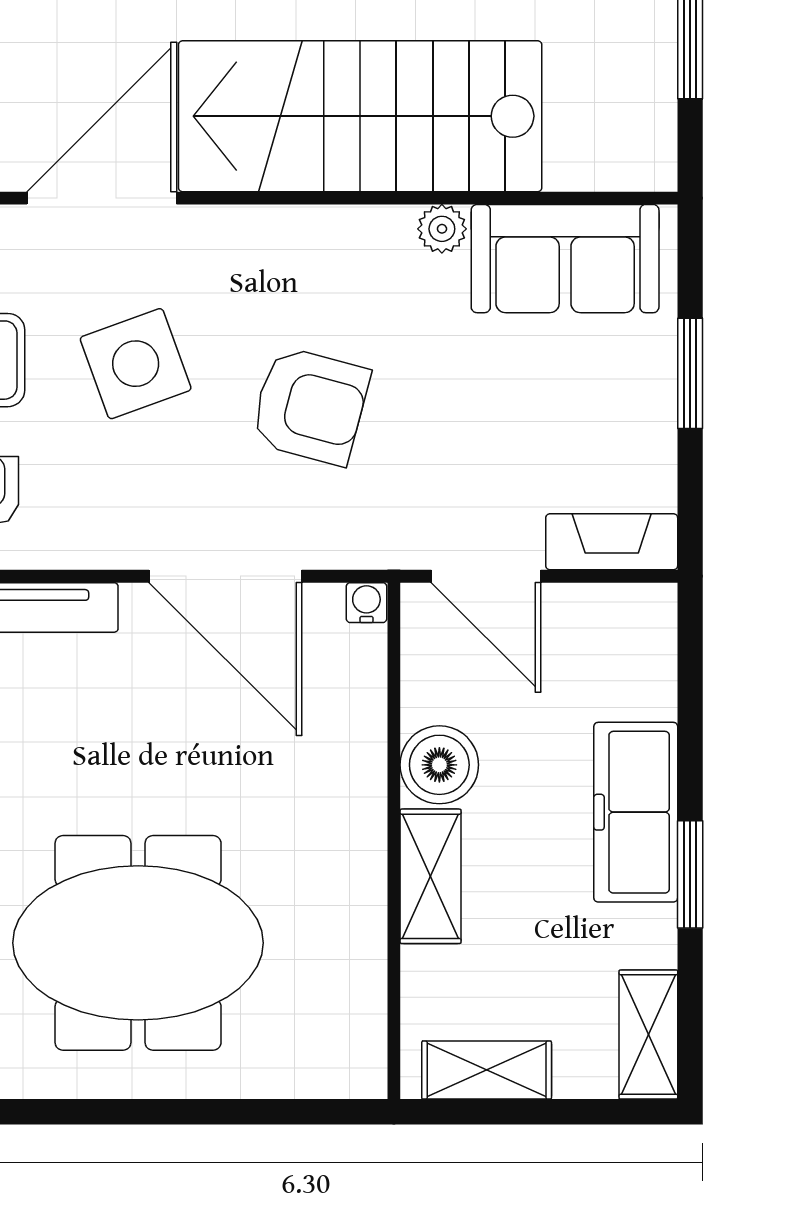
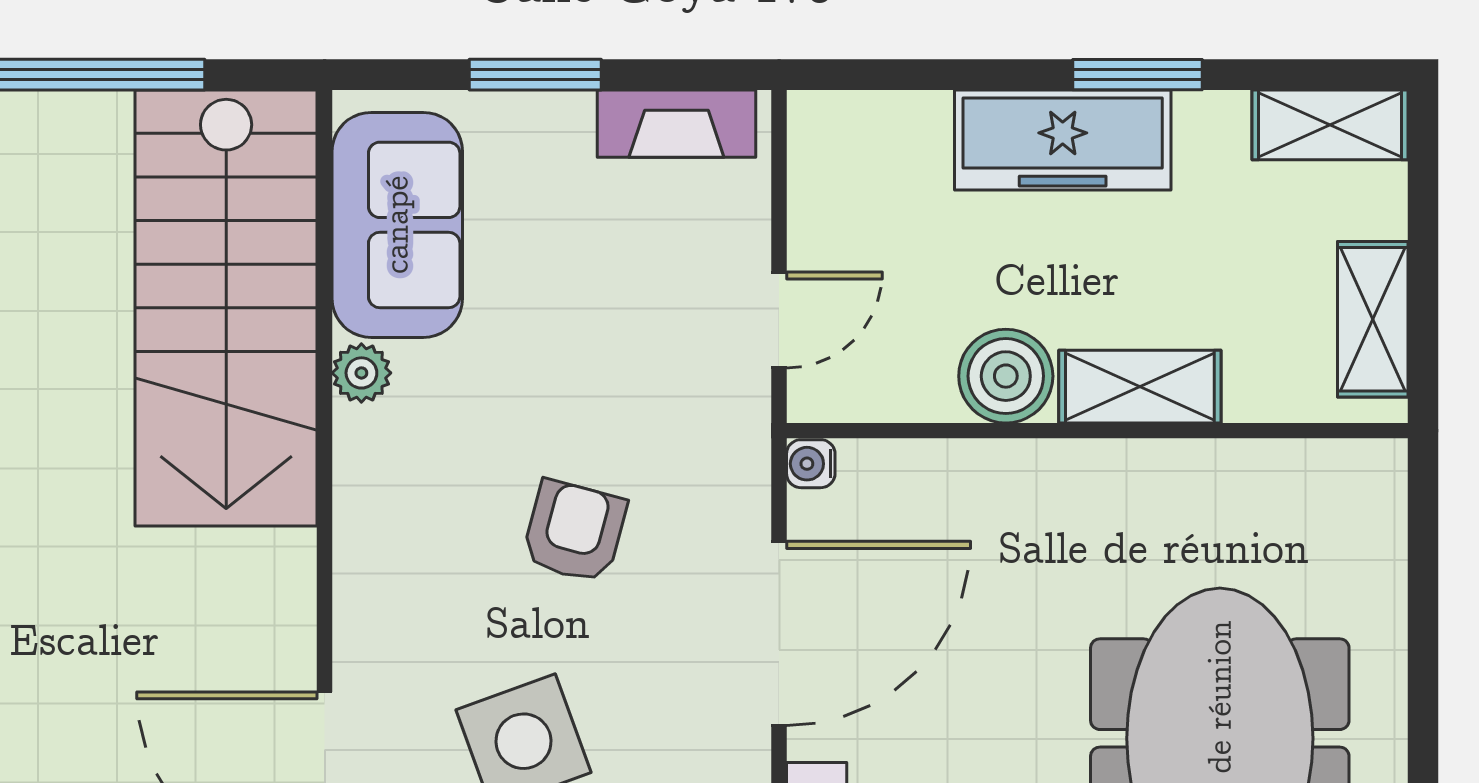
stairs: (360, 116) -> (226, 308), moved
armchair: (310, 406) -> (574, 531), width x0.72, depth x0.72
fireplace: (612, 542) -> (676, 124), moved, turned -90
door: (486, 576) -> (779, 320), width x0.73

